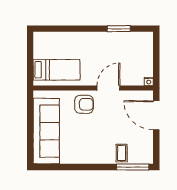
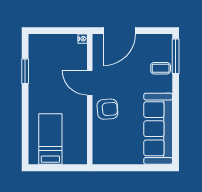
bed: (57, 70) -> (50, 139), moved
armchair: (84, 104) -> (107, 109), turned 86
sofa: (46, 131) -> (158, 129), moved, turned -90

